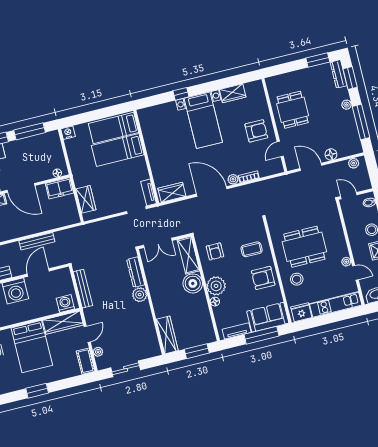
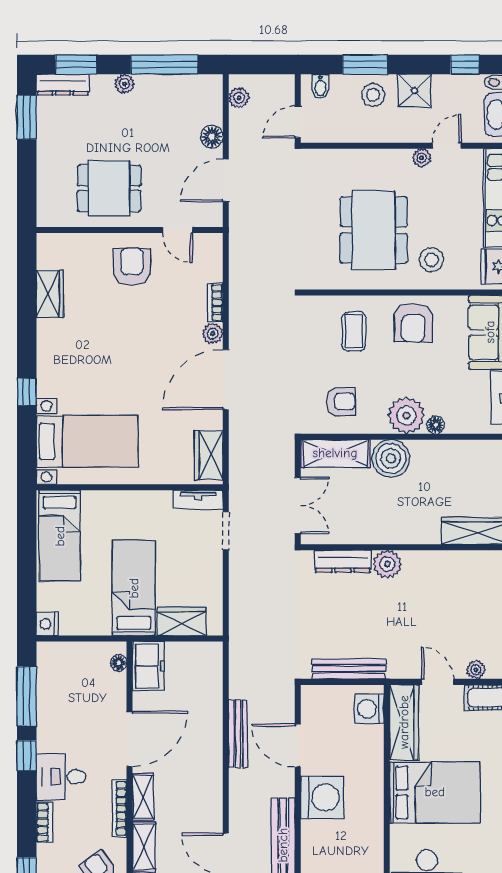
bed with nightstands: (203, 120) -> (87, 441), moved
bed: (118, 150) -> (134, 588), moved, turned 180

